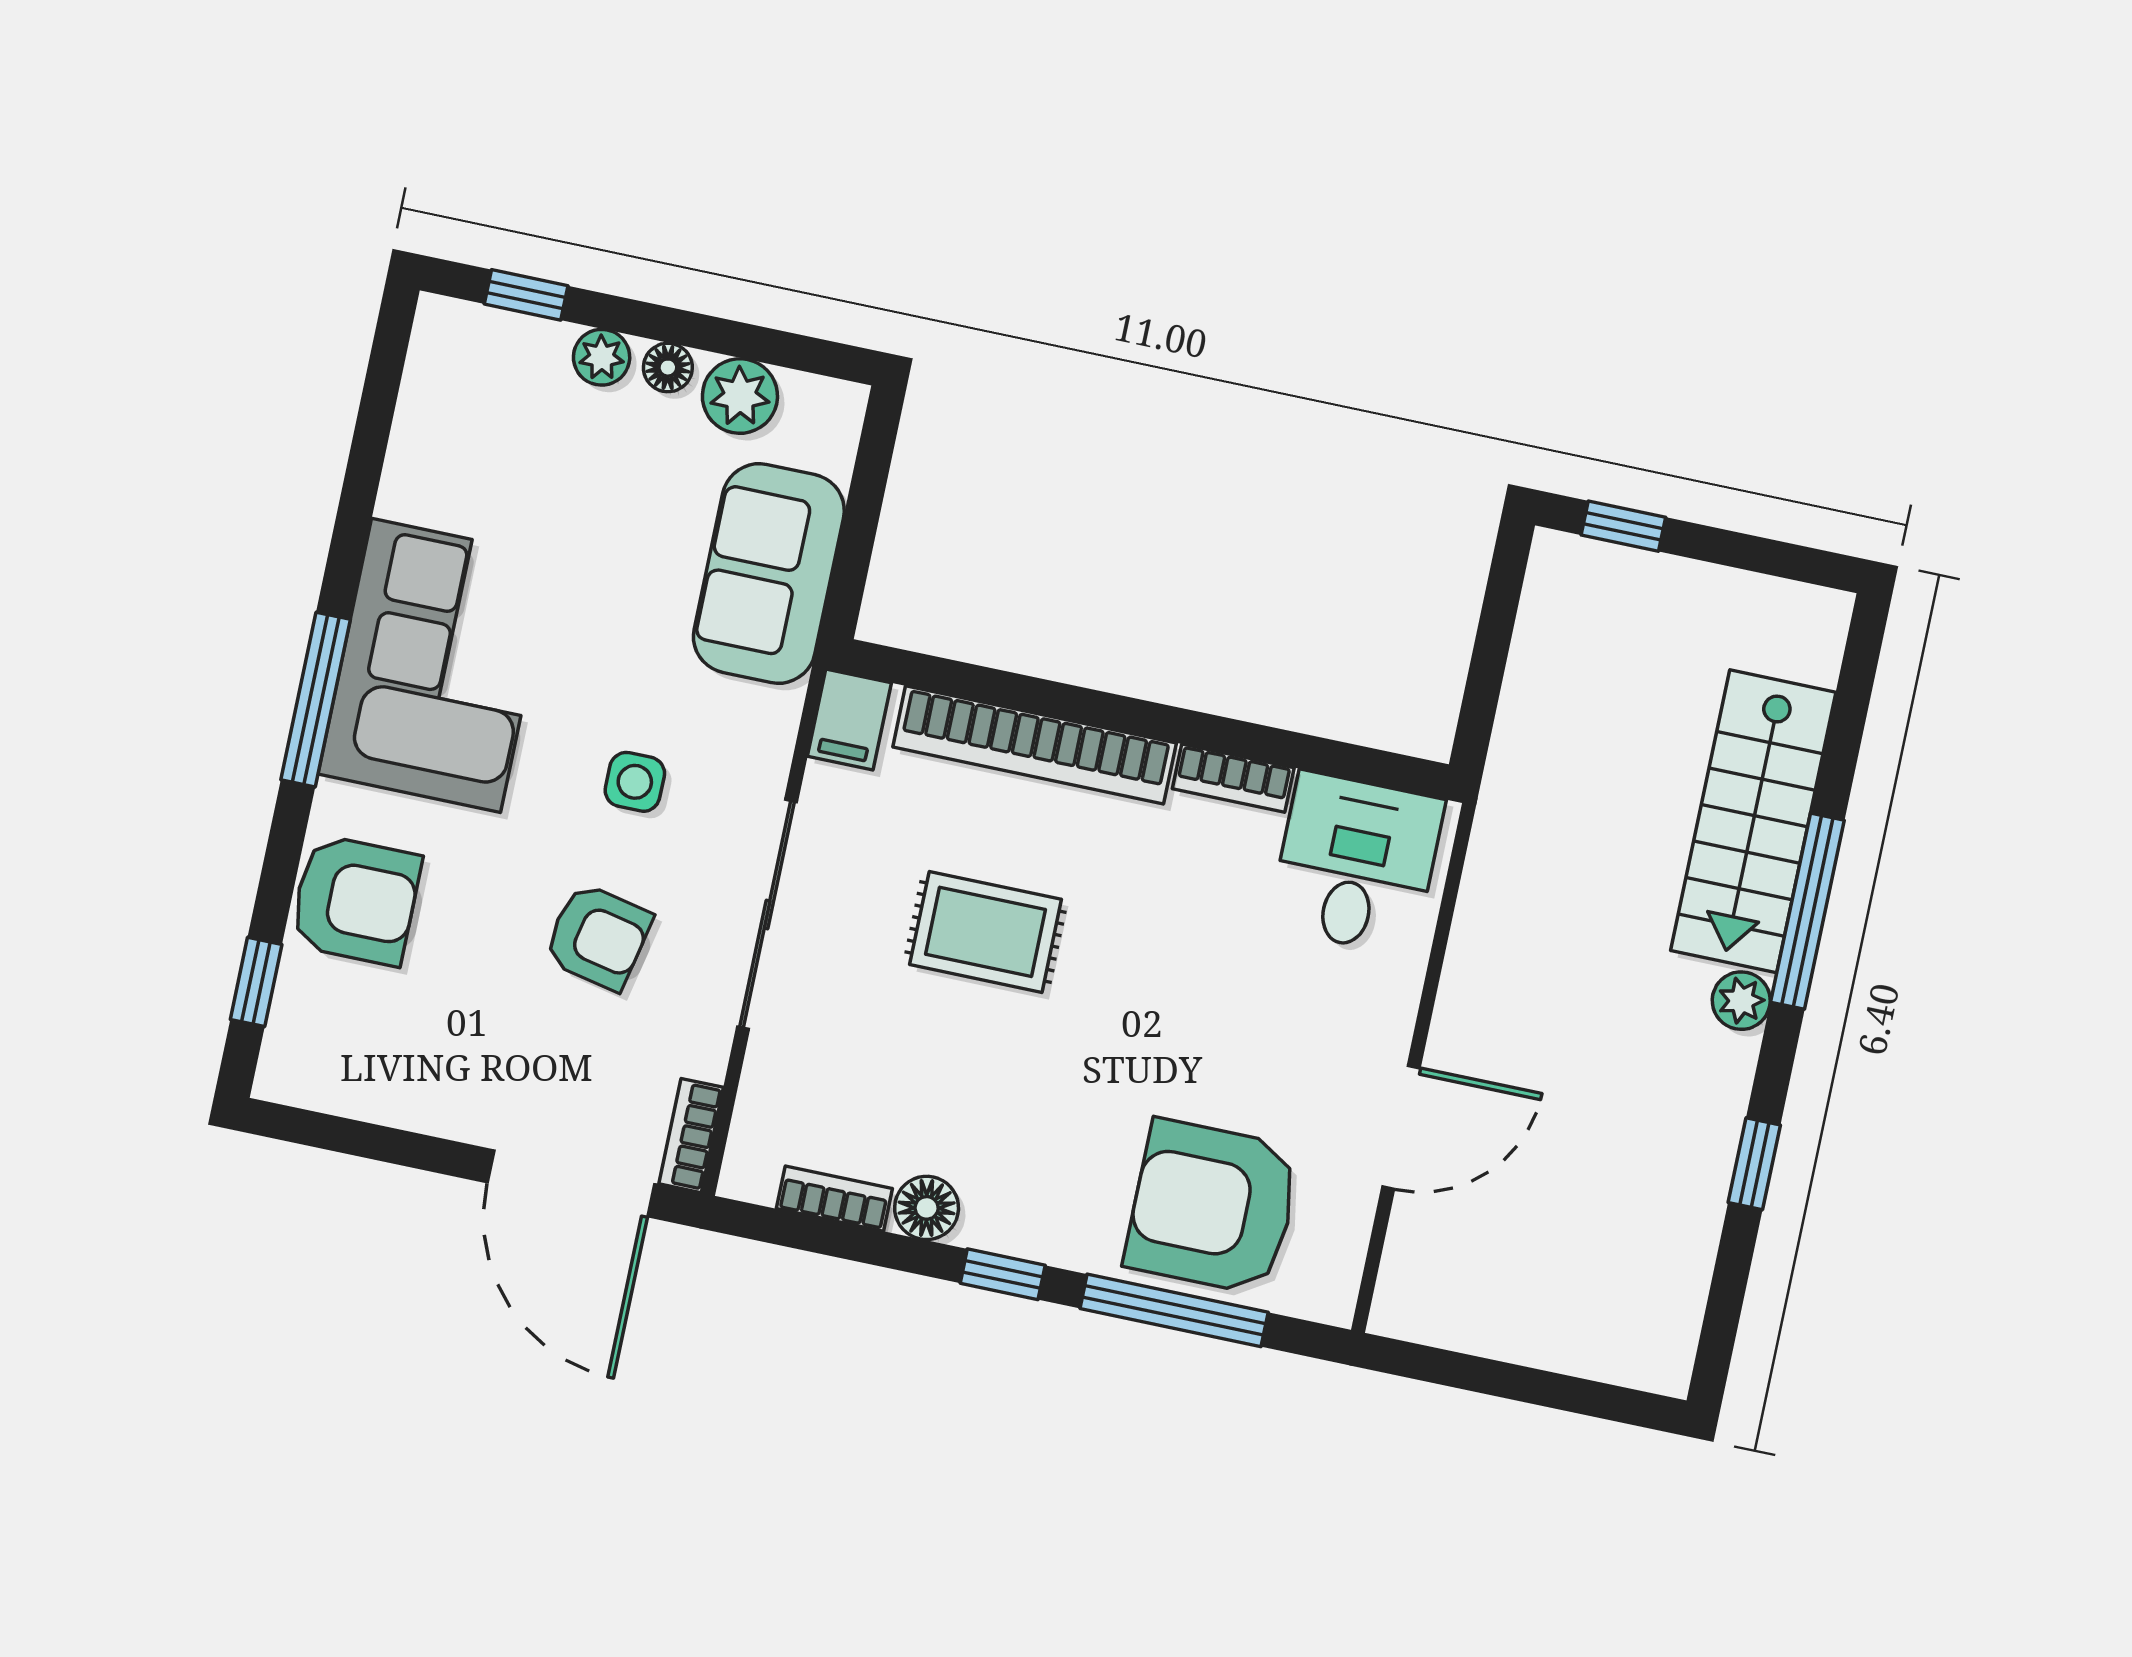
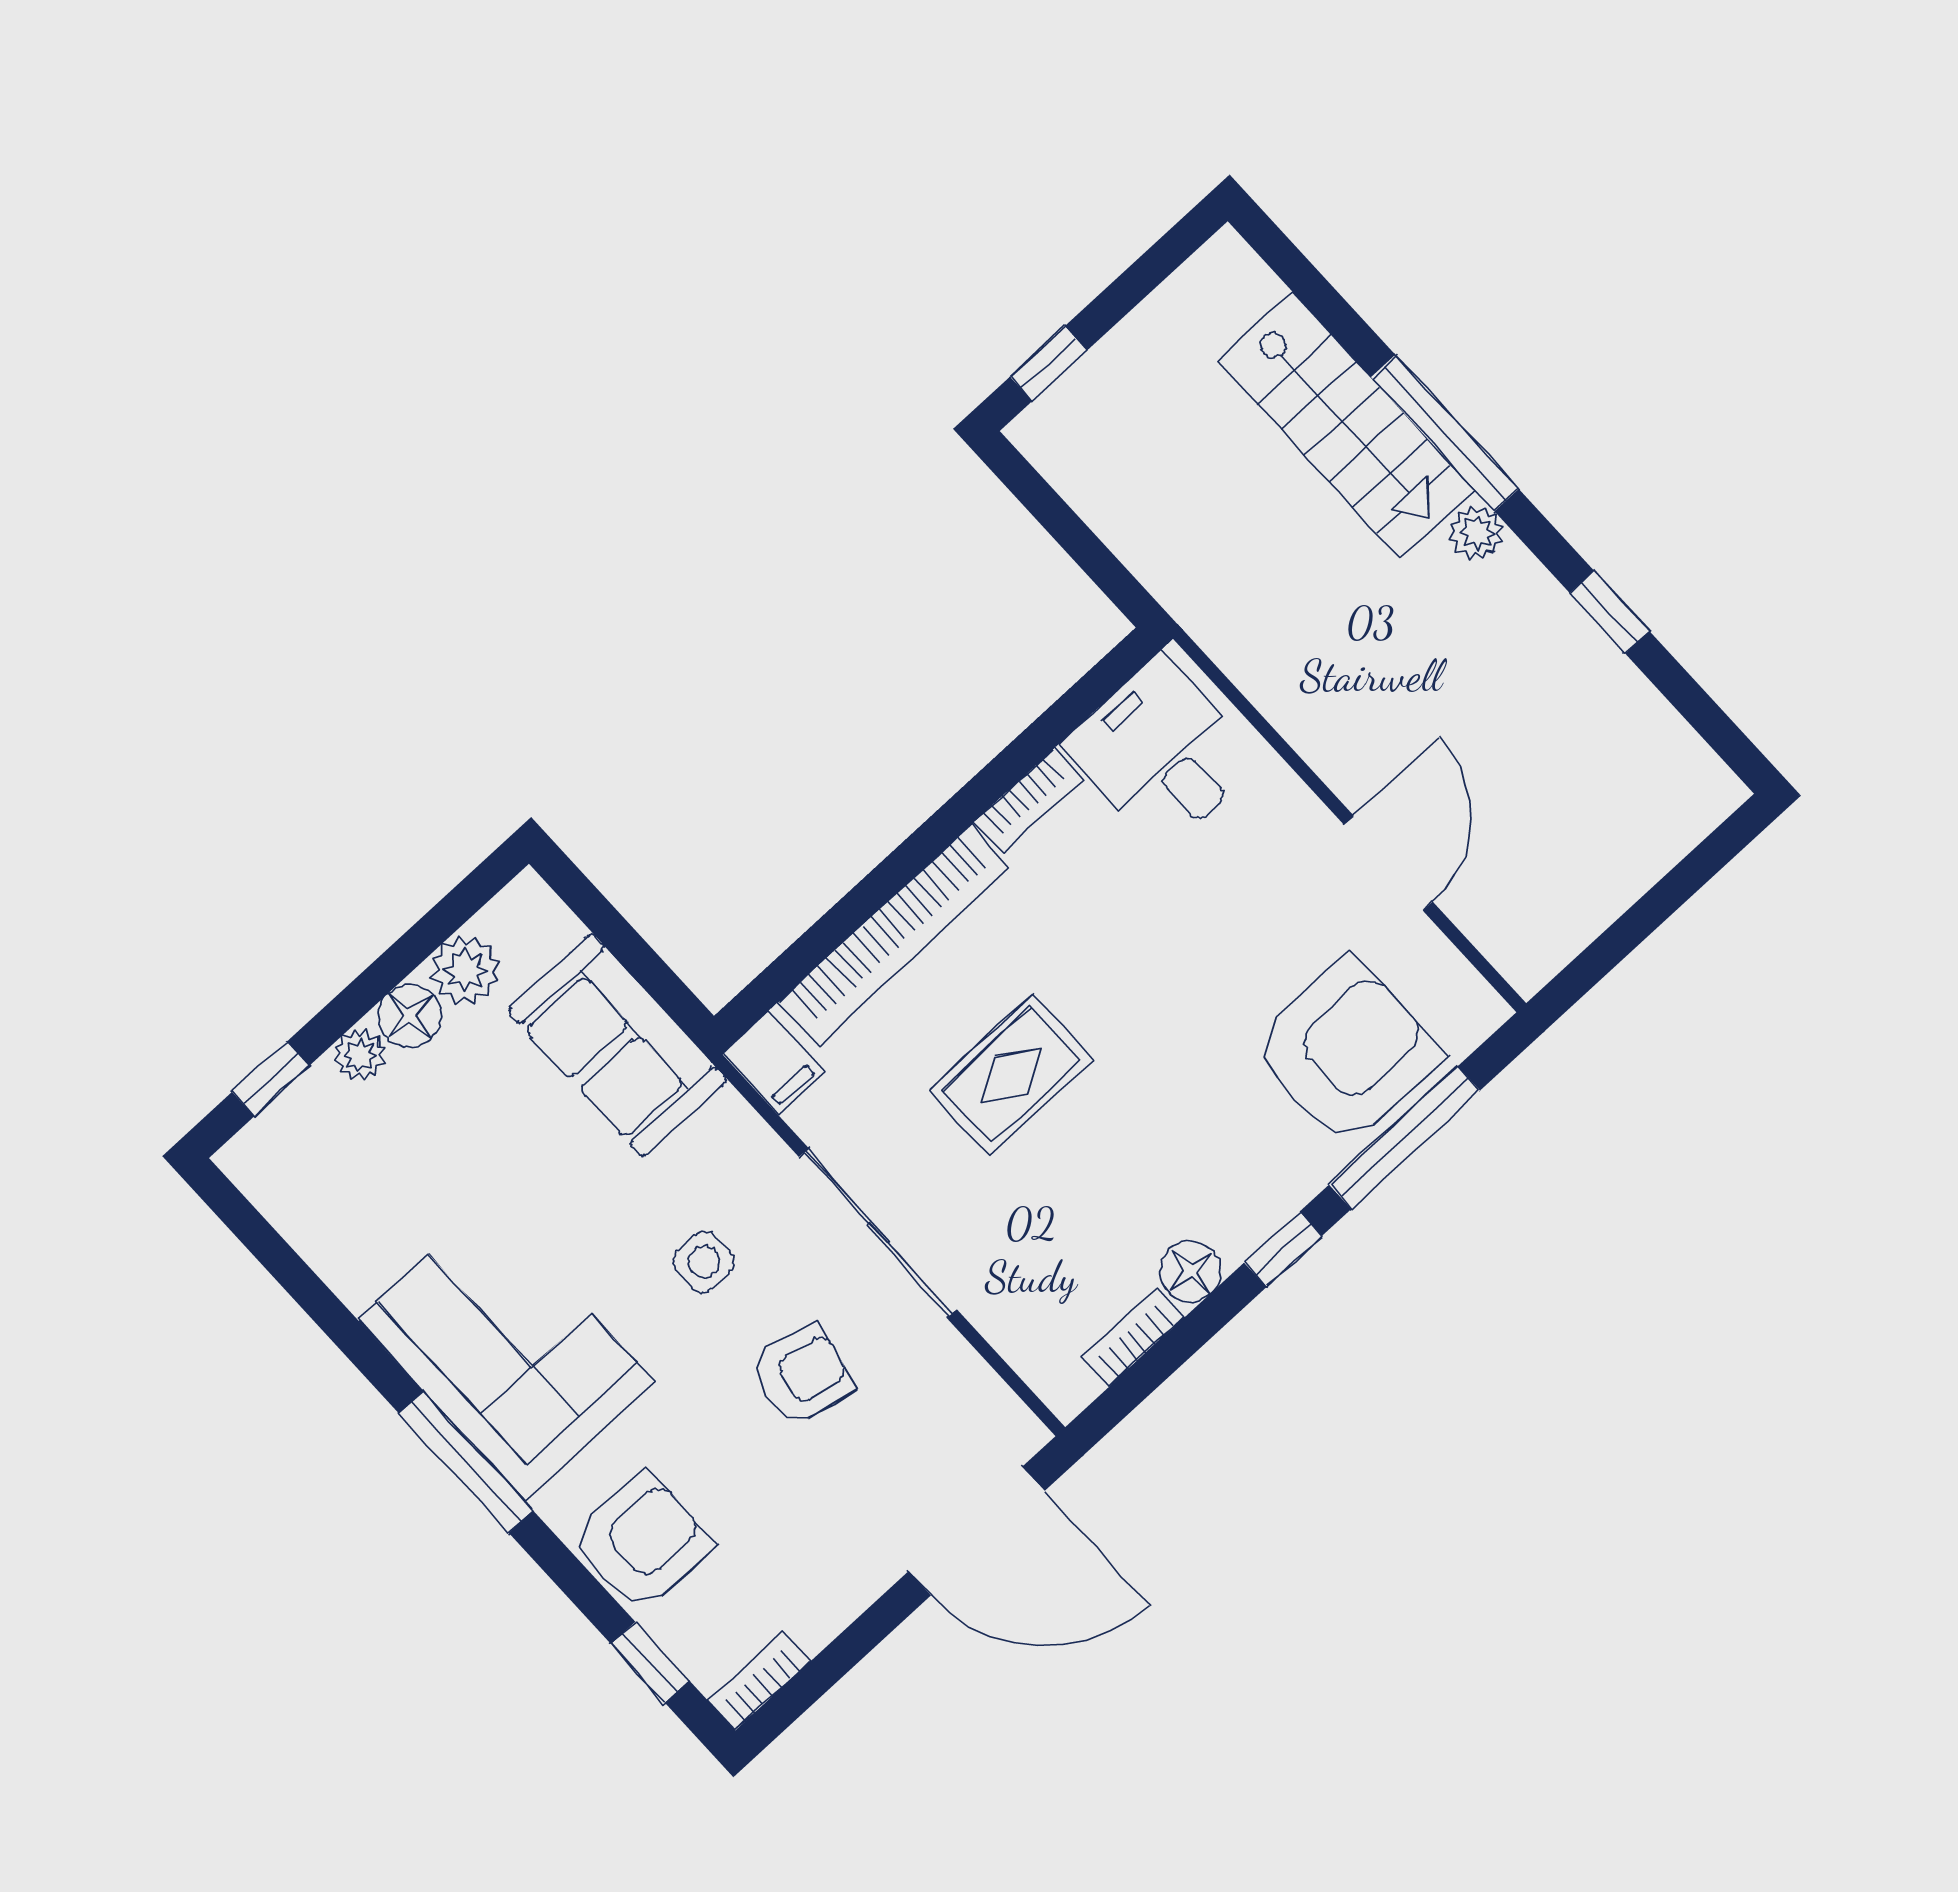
floor lamp: (668, 368) -> (410, 1016), width x1.37, depth x1.37
bookcase: (691, 1136) -> (759, 1681), moved, turned 90
armchair: (1213, 1207) -> (1346, 1051), turned 180

